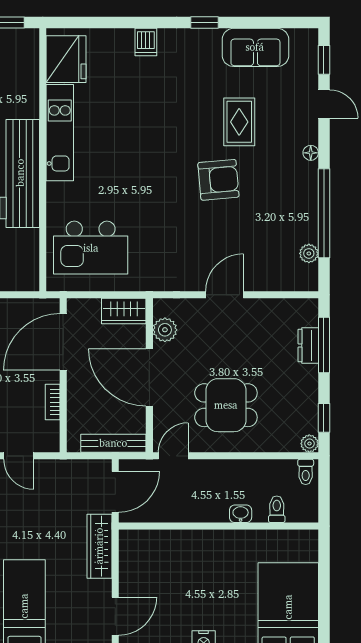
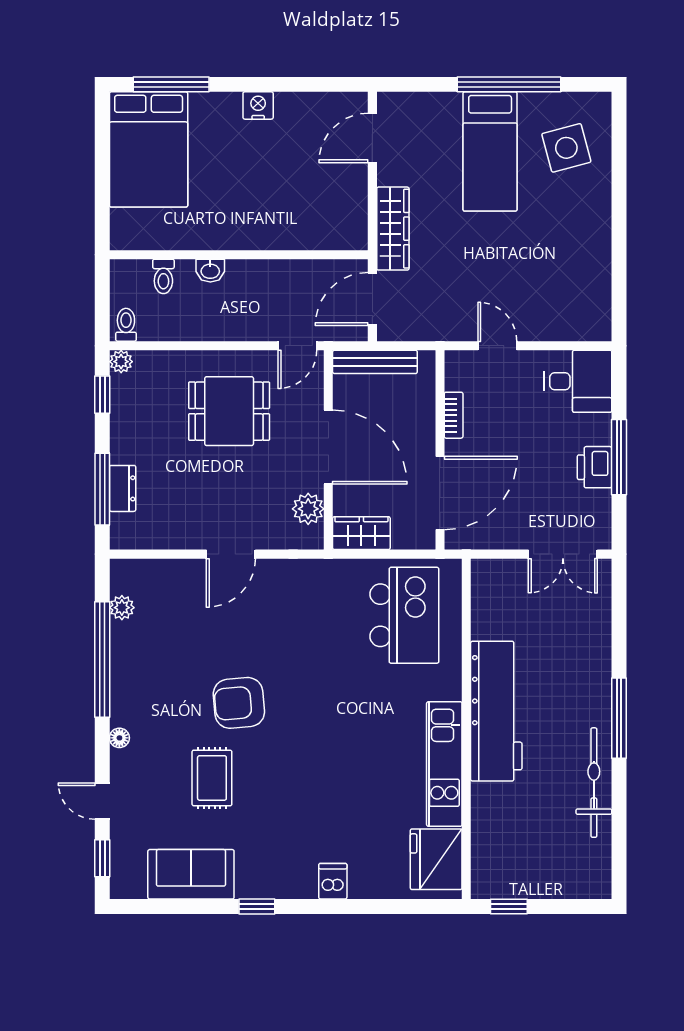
kitchen island: (91, 248) -> (404, 615), turned 90

